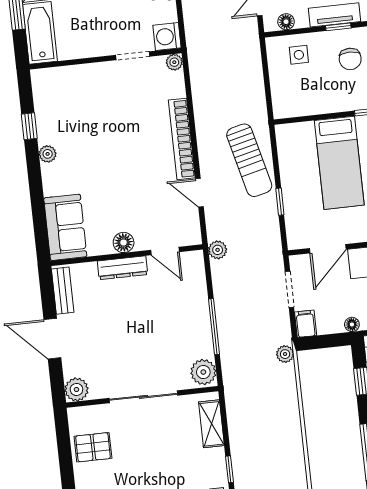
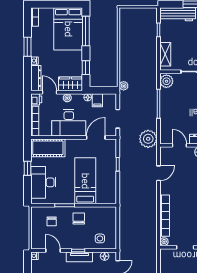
washing machine: (167, 37) -> (166, 255), removed
chair: (350, 59) -> (79, 218), moved
bookcase: (182, 139) -> (165, 216), moved
sun lounger: (249, 160) -> (131, 187), removed
door: (199, 193) -> (159, 173), hinge flipped
plant: (218, 250) -> (148, 139), width x1.87, depth x1.87
filing cabinet: (306, 324) -> (97, 100), moved

